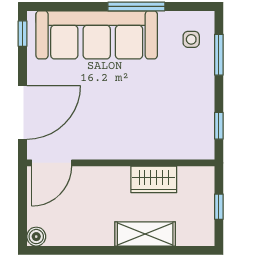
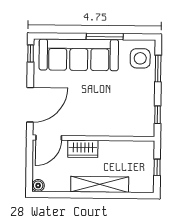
side table: (191, 39) -> (140, 58), width x1.87, depth x1.87
wardrobe: (154, 179) -> (83, 149), moved
shelving: (145, 234) -> (100, 184), width x1.47

